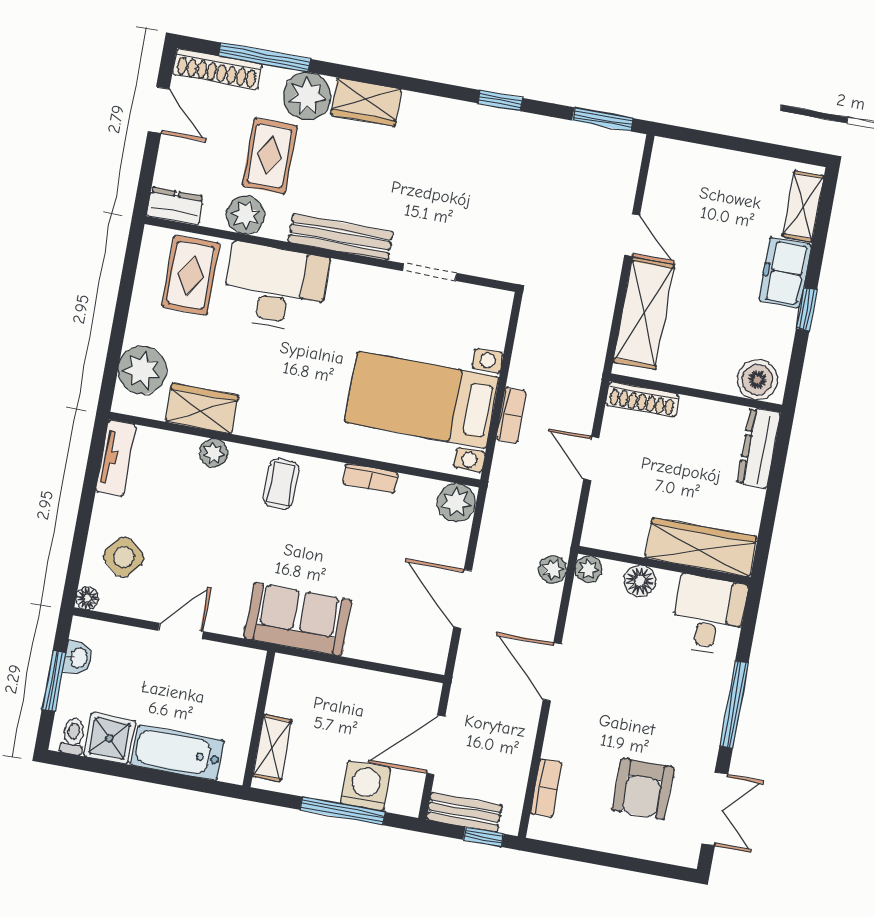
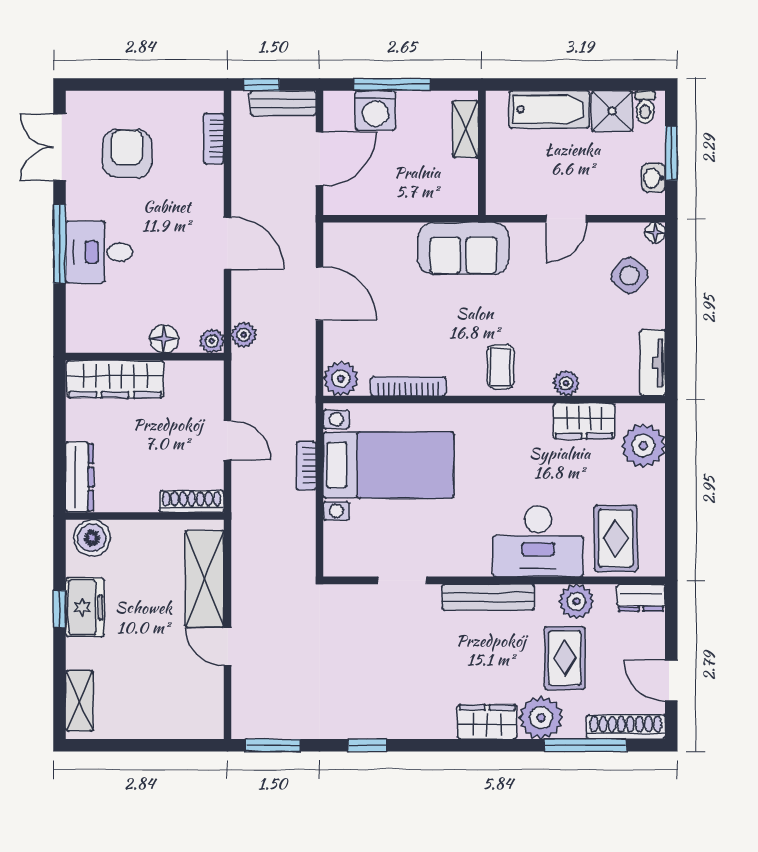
freezer: (785, 273) -> (85, 607), moved
bookcase: (370, 478) -> (408, 386), width x1.56
desk: (709, 615) -> (99, 252), moved, turned 90

